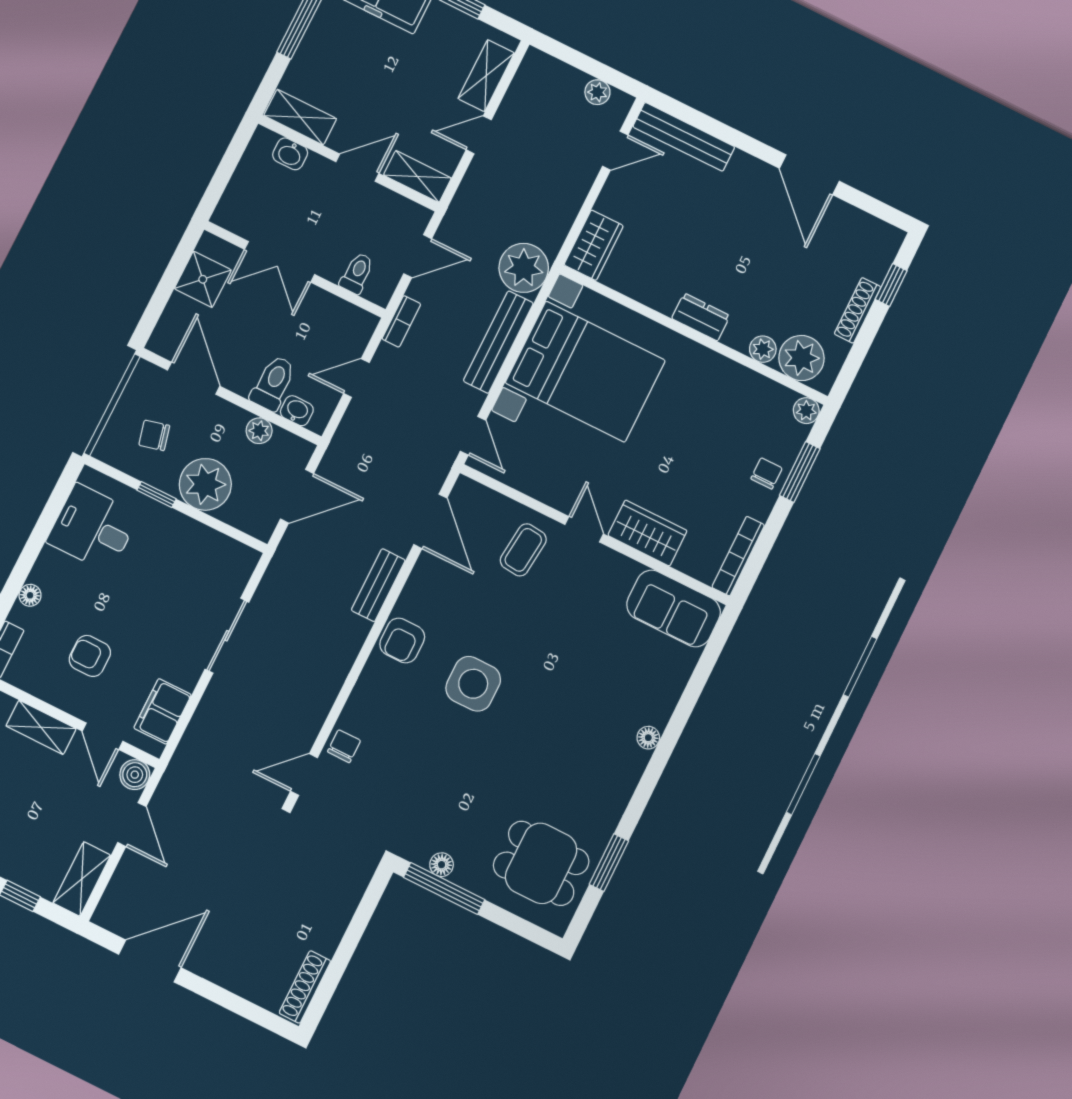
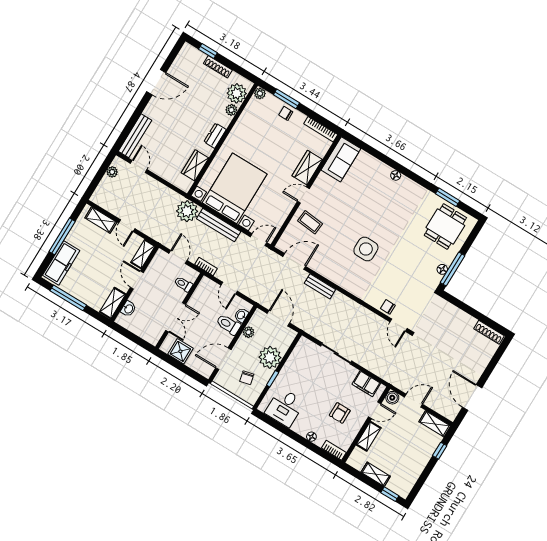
wardrobe: (594, 245) -> (195, 165), moved, turned -90
armchair: (402, 640) -> (345, 278), removed

